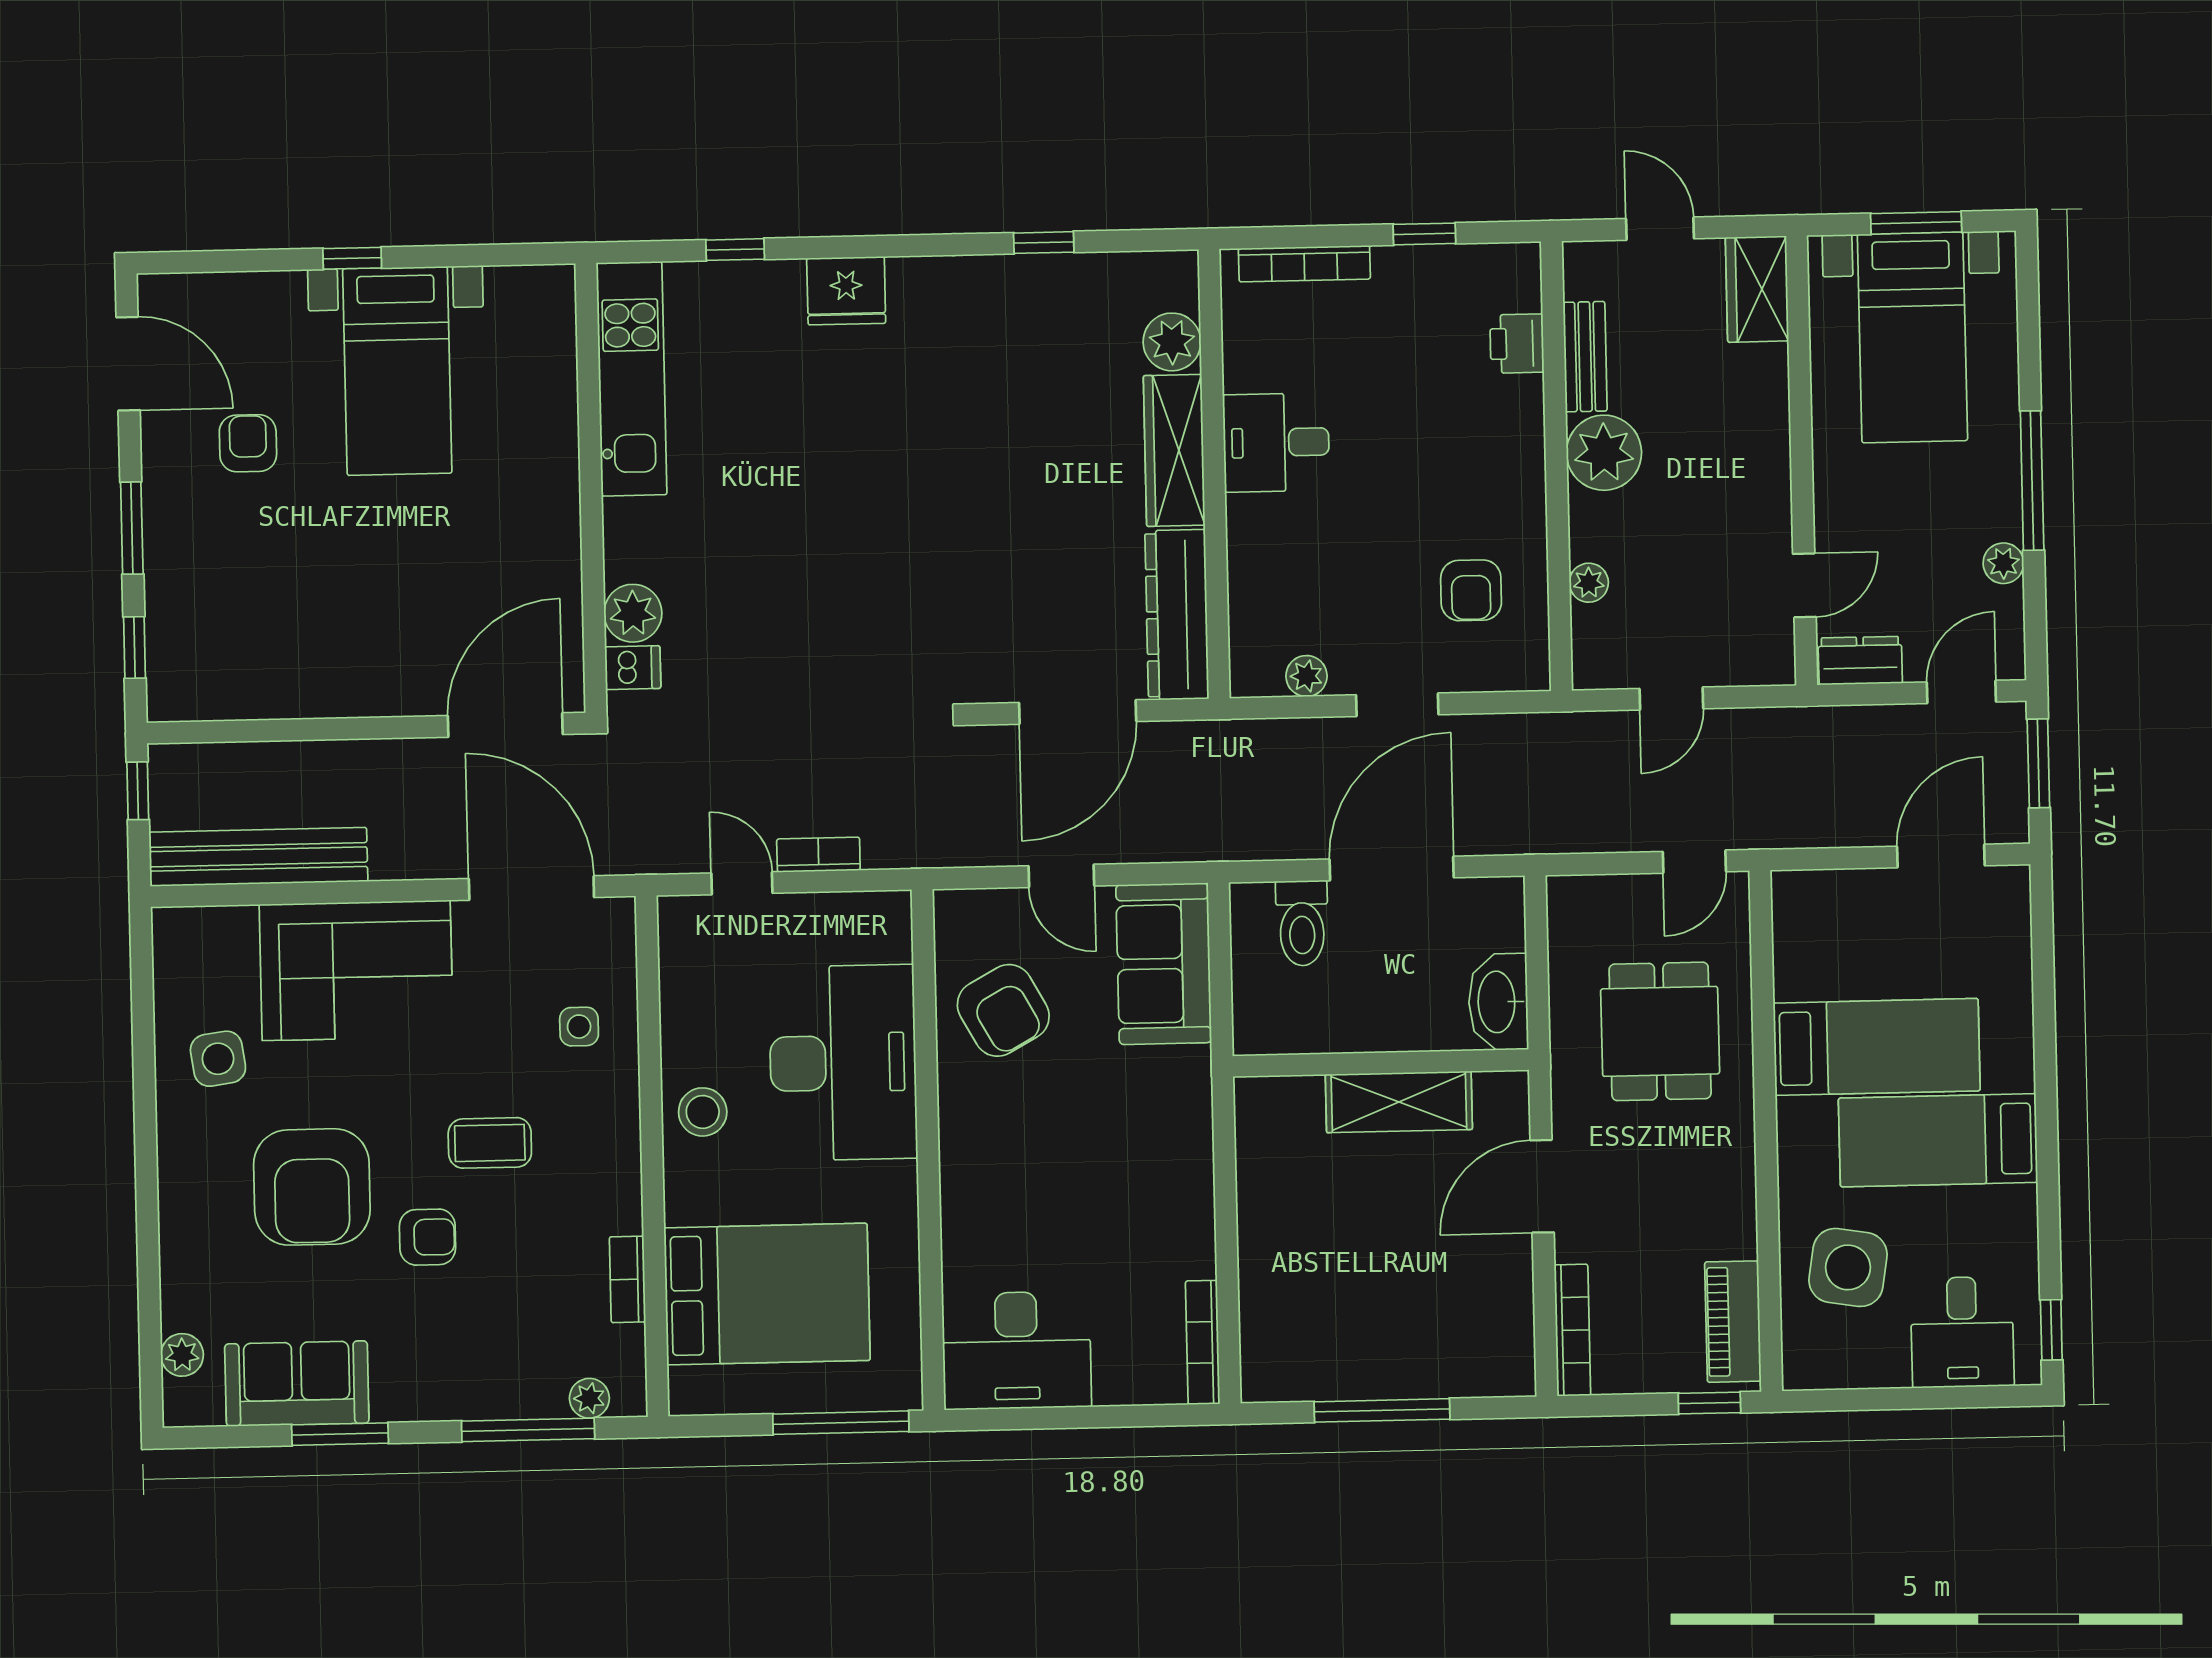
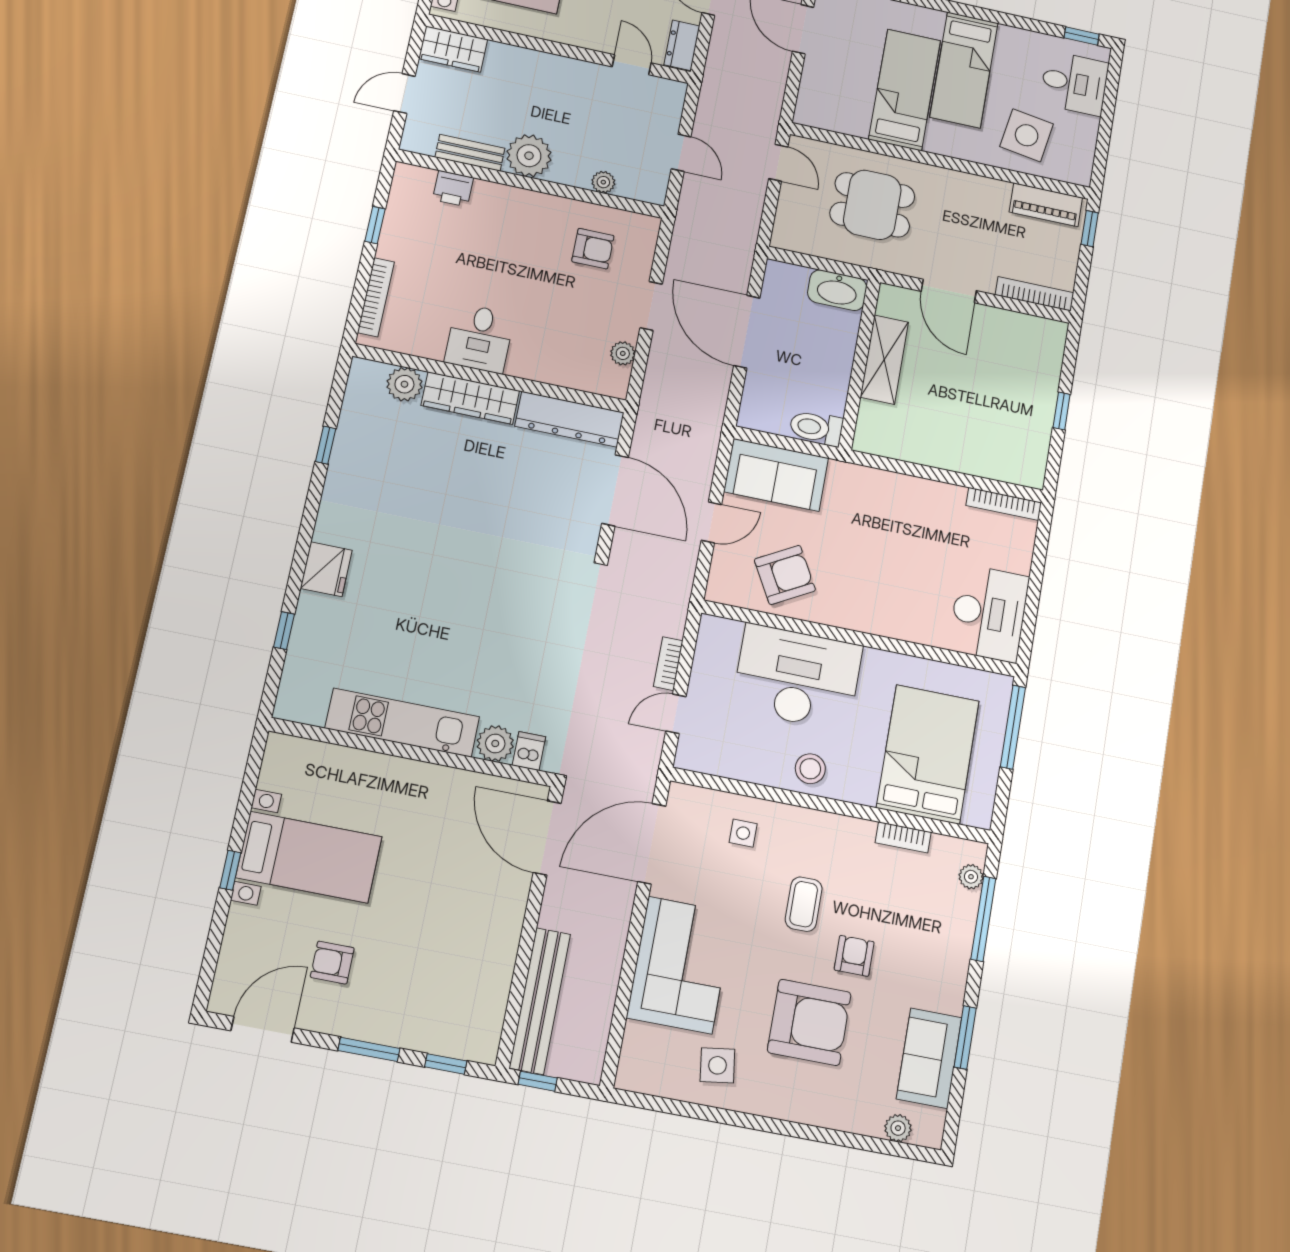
kitchen unit: (632, 379) -> (402, 723), moved
bench: (258, 857) -> (540, 1001), moved
toilet: (1302, 923) -> (816, 428), moved, turned 180
window: (1382, 1410) -> (1062, 411), width x0.46

